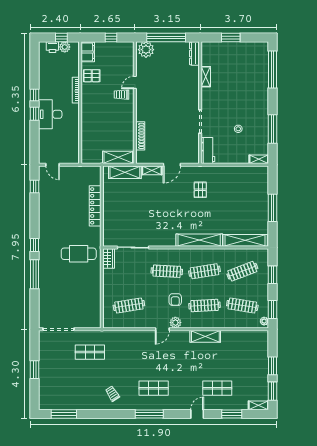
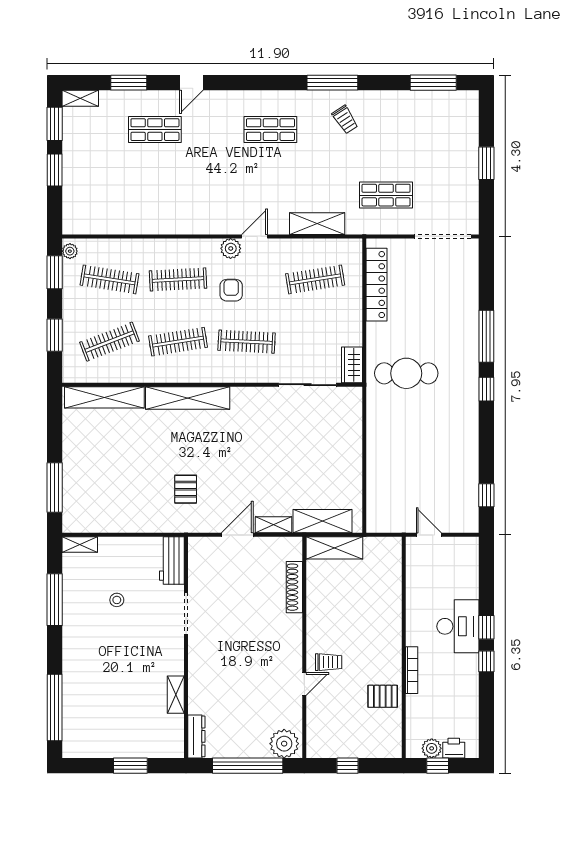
filing cabinet: (88, 52) -> (390, 739), removed
door: (53, 165) -> (429, 535), moved
locker: (95, 206) -> (377, 285), moved
window: (273, 208) -> (55, 487), moved
shelving: (205, 336) -> (317, 224), moved
window: (149, 414) -> (332, 83), moved

